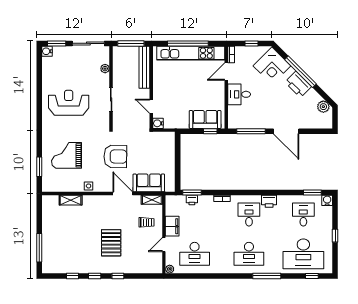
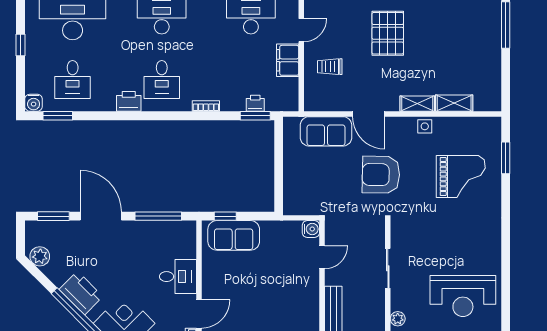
reception desk: (69, 103) -> (463, 296), moved
door: (151, 106) -> (322, 257), hinge flipped
window: (315, 131) -> (53, 216), added
shelving: (152, 200) -> (417, 104), moved

